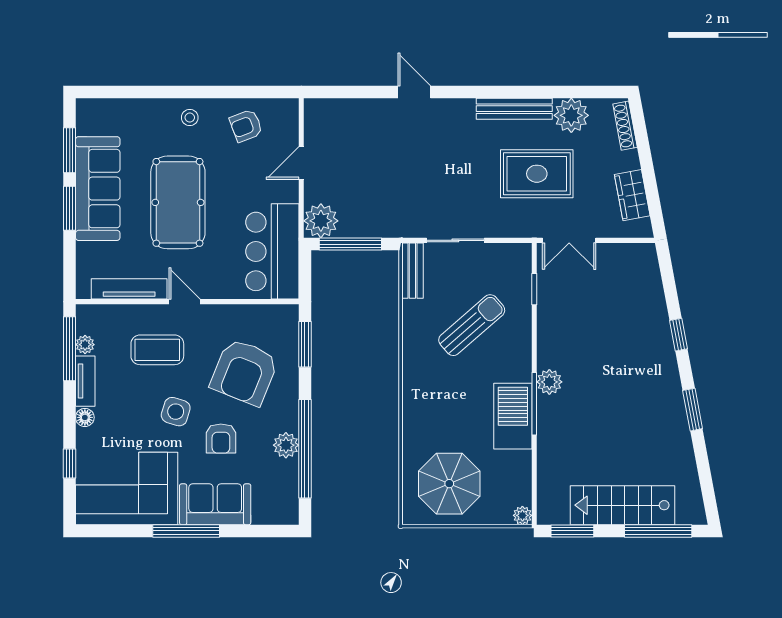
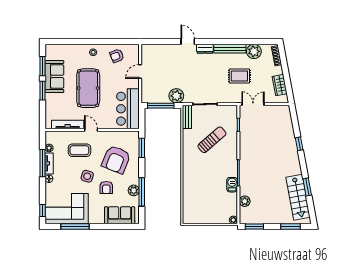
dresser: (455, 109) -> (205, 49), added
rug: (537, 174) -> (239, 76), width x0.73, depth x0.70
sofa: (98, 189) -> (54, 76), width x0.73
plant: (321, 221) -> (176, 96), moved
double door: (569, 240) -> (253, 104), swing flipped
window: (70, 349) -> (42, 163), moved
plant: (549, 382) -> (245, 201), moved
window: (693, 410) -> (307, 187), moved
barbecue: (513, 416) -> (232, 185), width x0.53, depth x0.65
window: (305, 449) -> (142, 192), width x0.68
window: (70, 463) -> (42, 211), moved
parasol: (449, 484) -> (202, 207), removed
sofa: (215, 504) -> (120, 215), moved
stairs: (622, 505) -> (298, 197), moved, turned -101
window: (186, 531) -> (75, 227), moved
window: (658, 531) -> (291, 227), width x0.69

